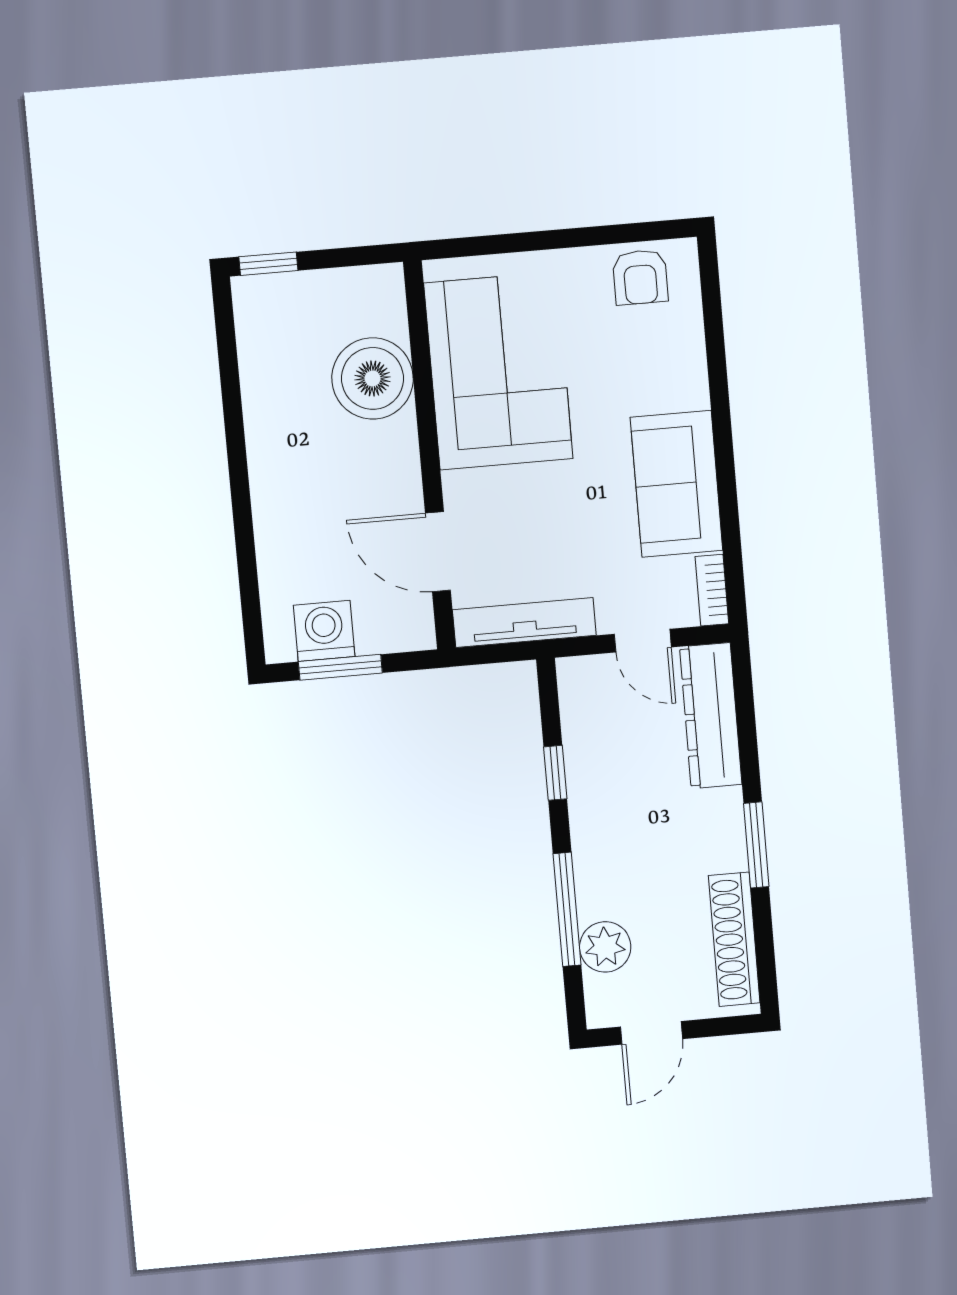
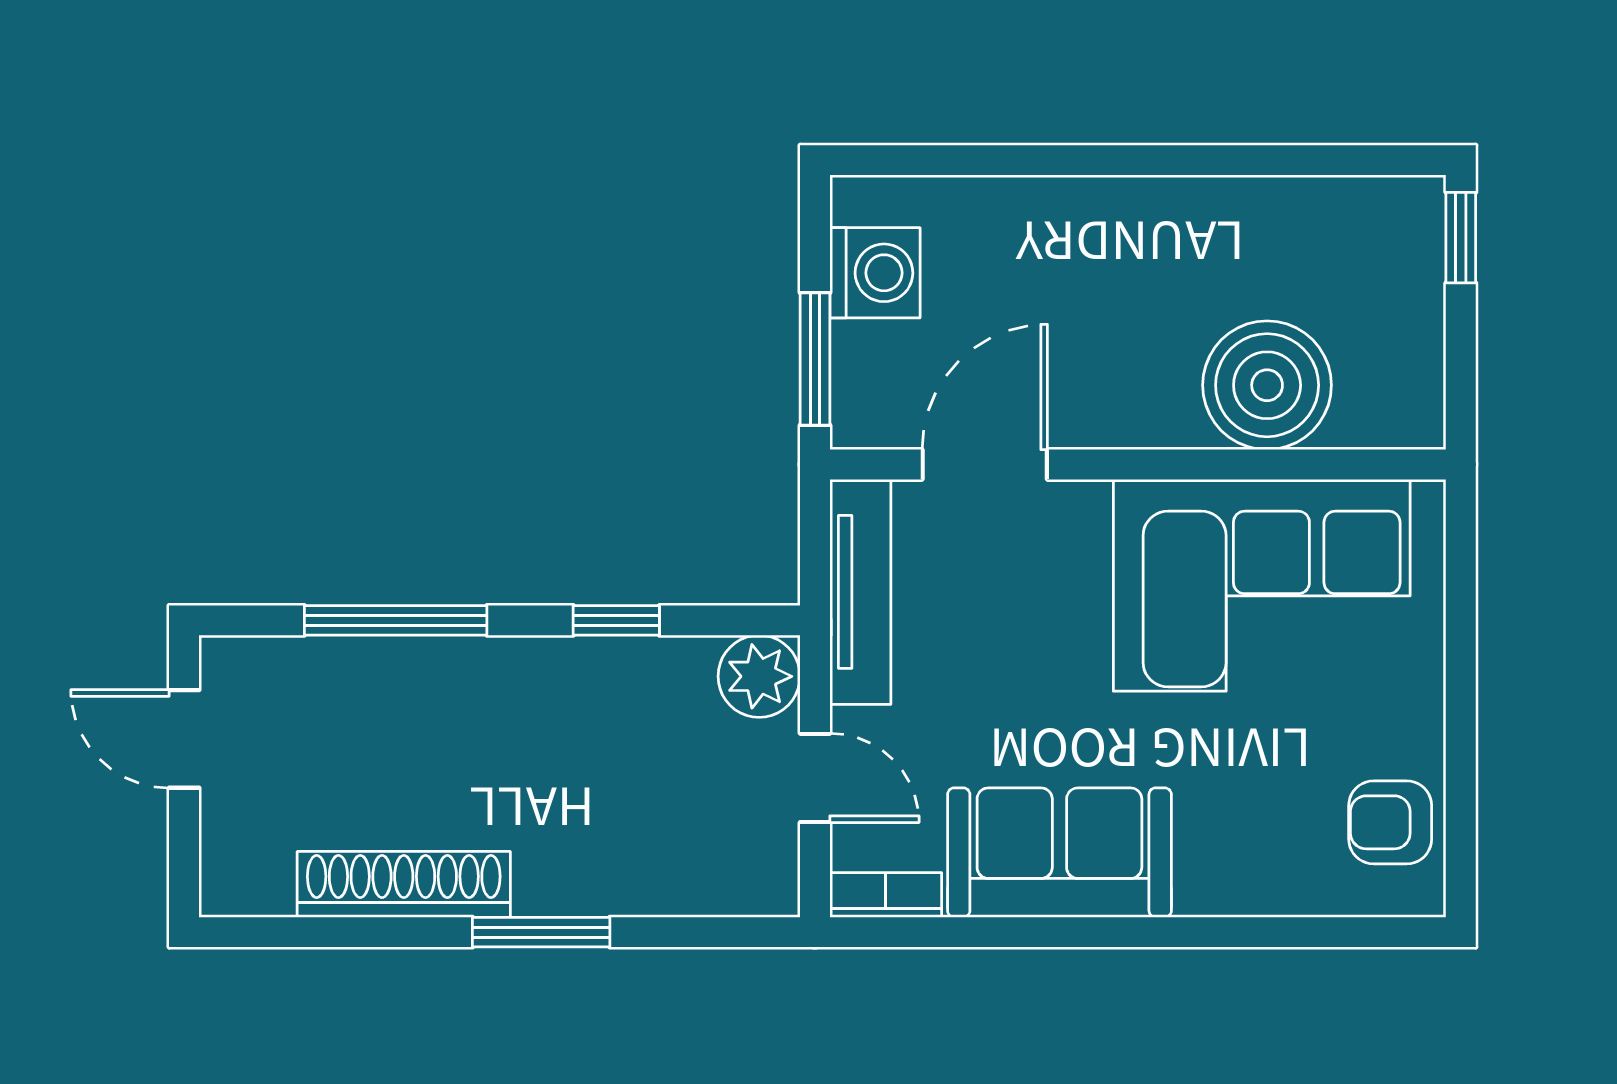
door: (643, 641) -> (815, 778), swing flipped
window: (340, 667) -> (815, 359), moved
dresser: (711, 716) -> (686, 876), removed
window: (756, 845) -> (541, 932), moved
shoe rack: (734, 939) -> (404, 884), moved
plant: (605, 947) -> (759, 676), moved

